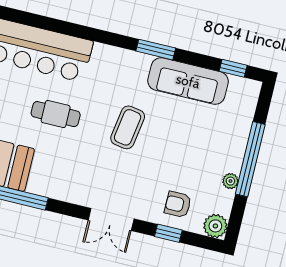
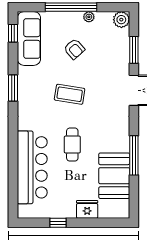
sofa: (188, 81) -> (29, 38), moved
armchair: (178, 204) -> (74, 49), moved, turned -42
window: (168, 233) -> (134, 50), width x1.50

